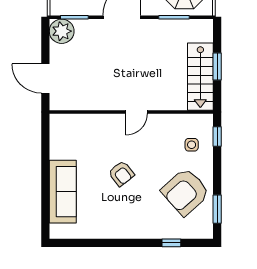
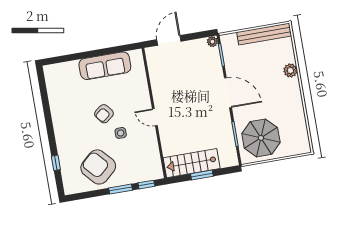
plant: (62, 31) -> (212, 42), width x0.53, depth x0.53
side table: (192, 145) -> (121, 133), moved
sofa: (63, 192) -> (105, 66), moved
window: (217, 209) -> (121, 189), moved

